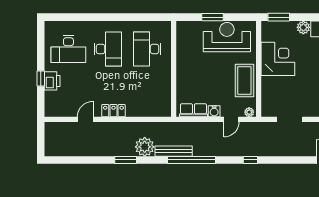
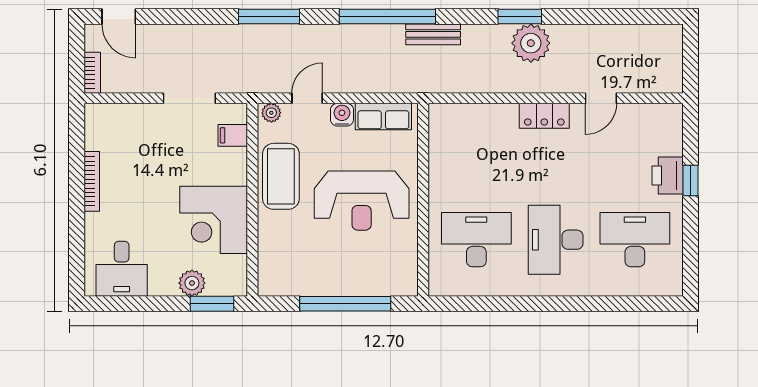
window: (212, 17) -> (345, 304), width x2.11
plant: (303, 27) -> (192, 283), moved
reception desk: (227, 37) -> (362, 201), moved
desk: (147, 49) -> (476, 240), turned -90
filing cabinet: (268, 101) -> (233, 135), added
plant: (145, 147) -> (531, 43), moved
bench: (174, 151) -> (433, 34), width x0.73
window: (250, 160) -> (269, 17), width x2.17

